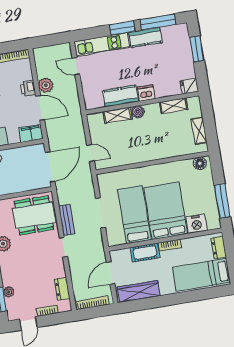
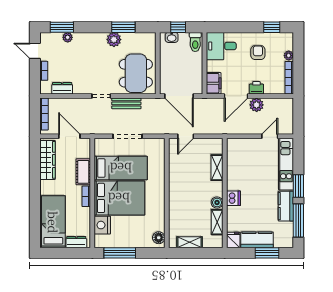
kitchen counter: (121, 96) -> (257, 240), moved, turned -90
boiler: (138, 112) -> (217, 203), moved

